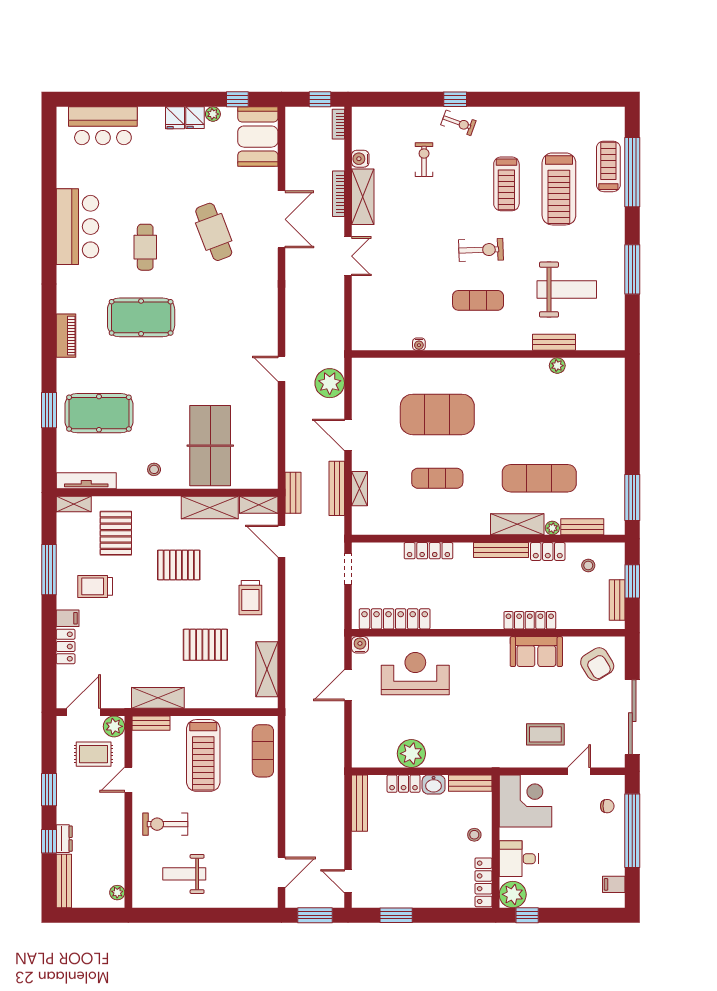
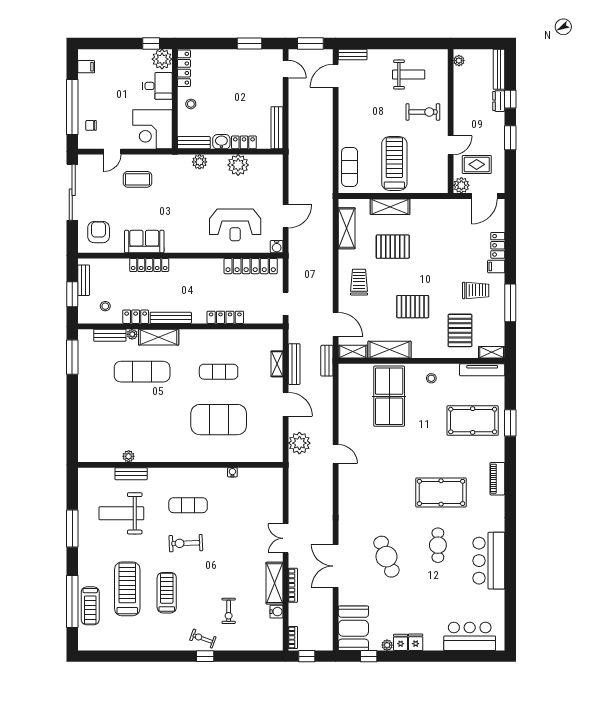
armchair: (597, 664) -> (99, 232), turned 31
shelving: (158, 698) -> (390, 207), moved
bench: (151, 723) -> (353, 55), moved
plant: (463, 758) -> (200, 162), added

